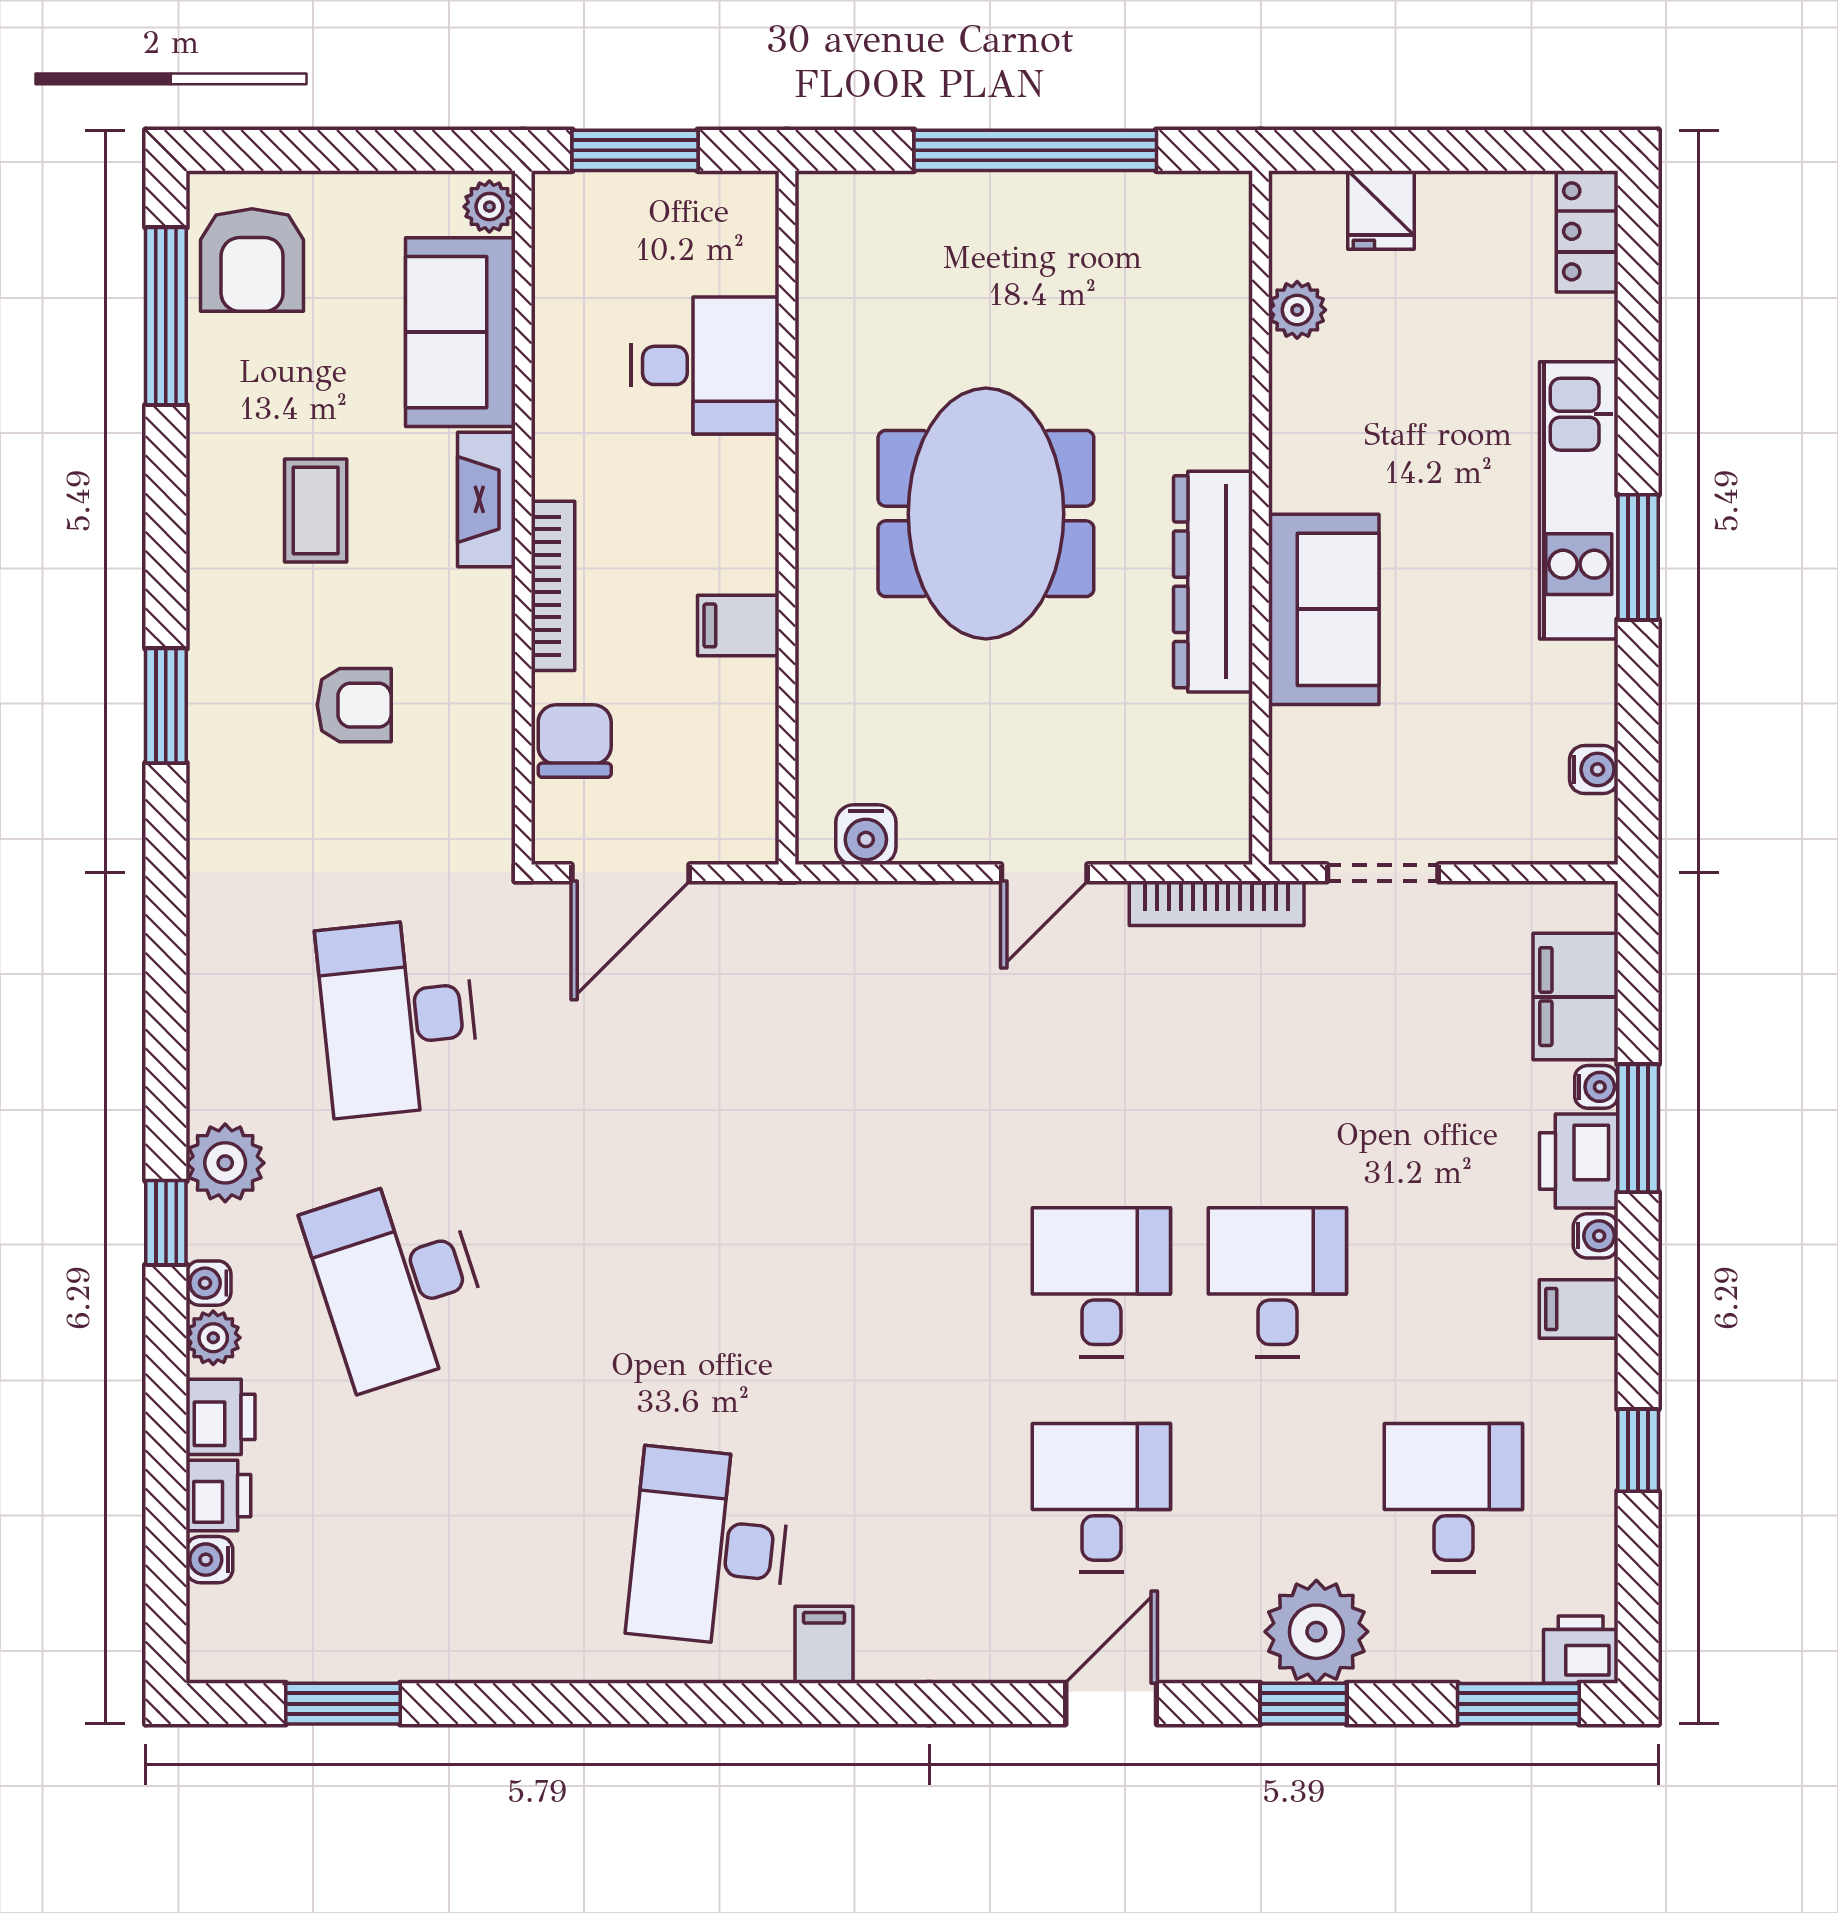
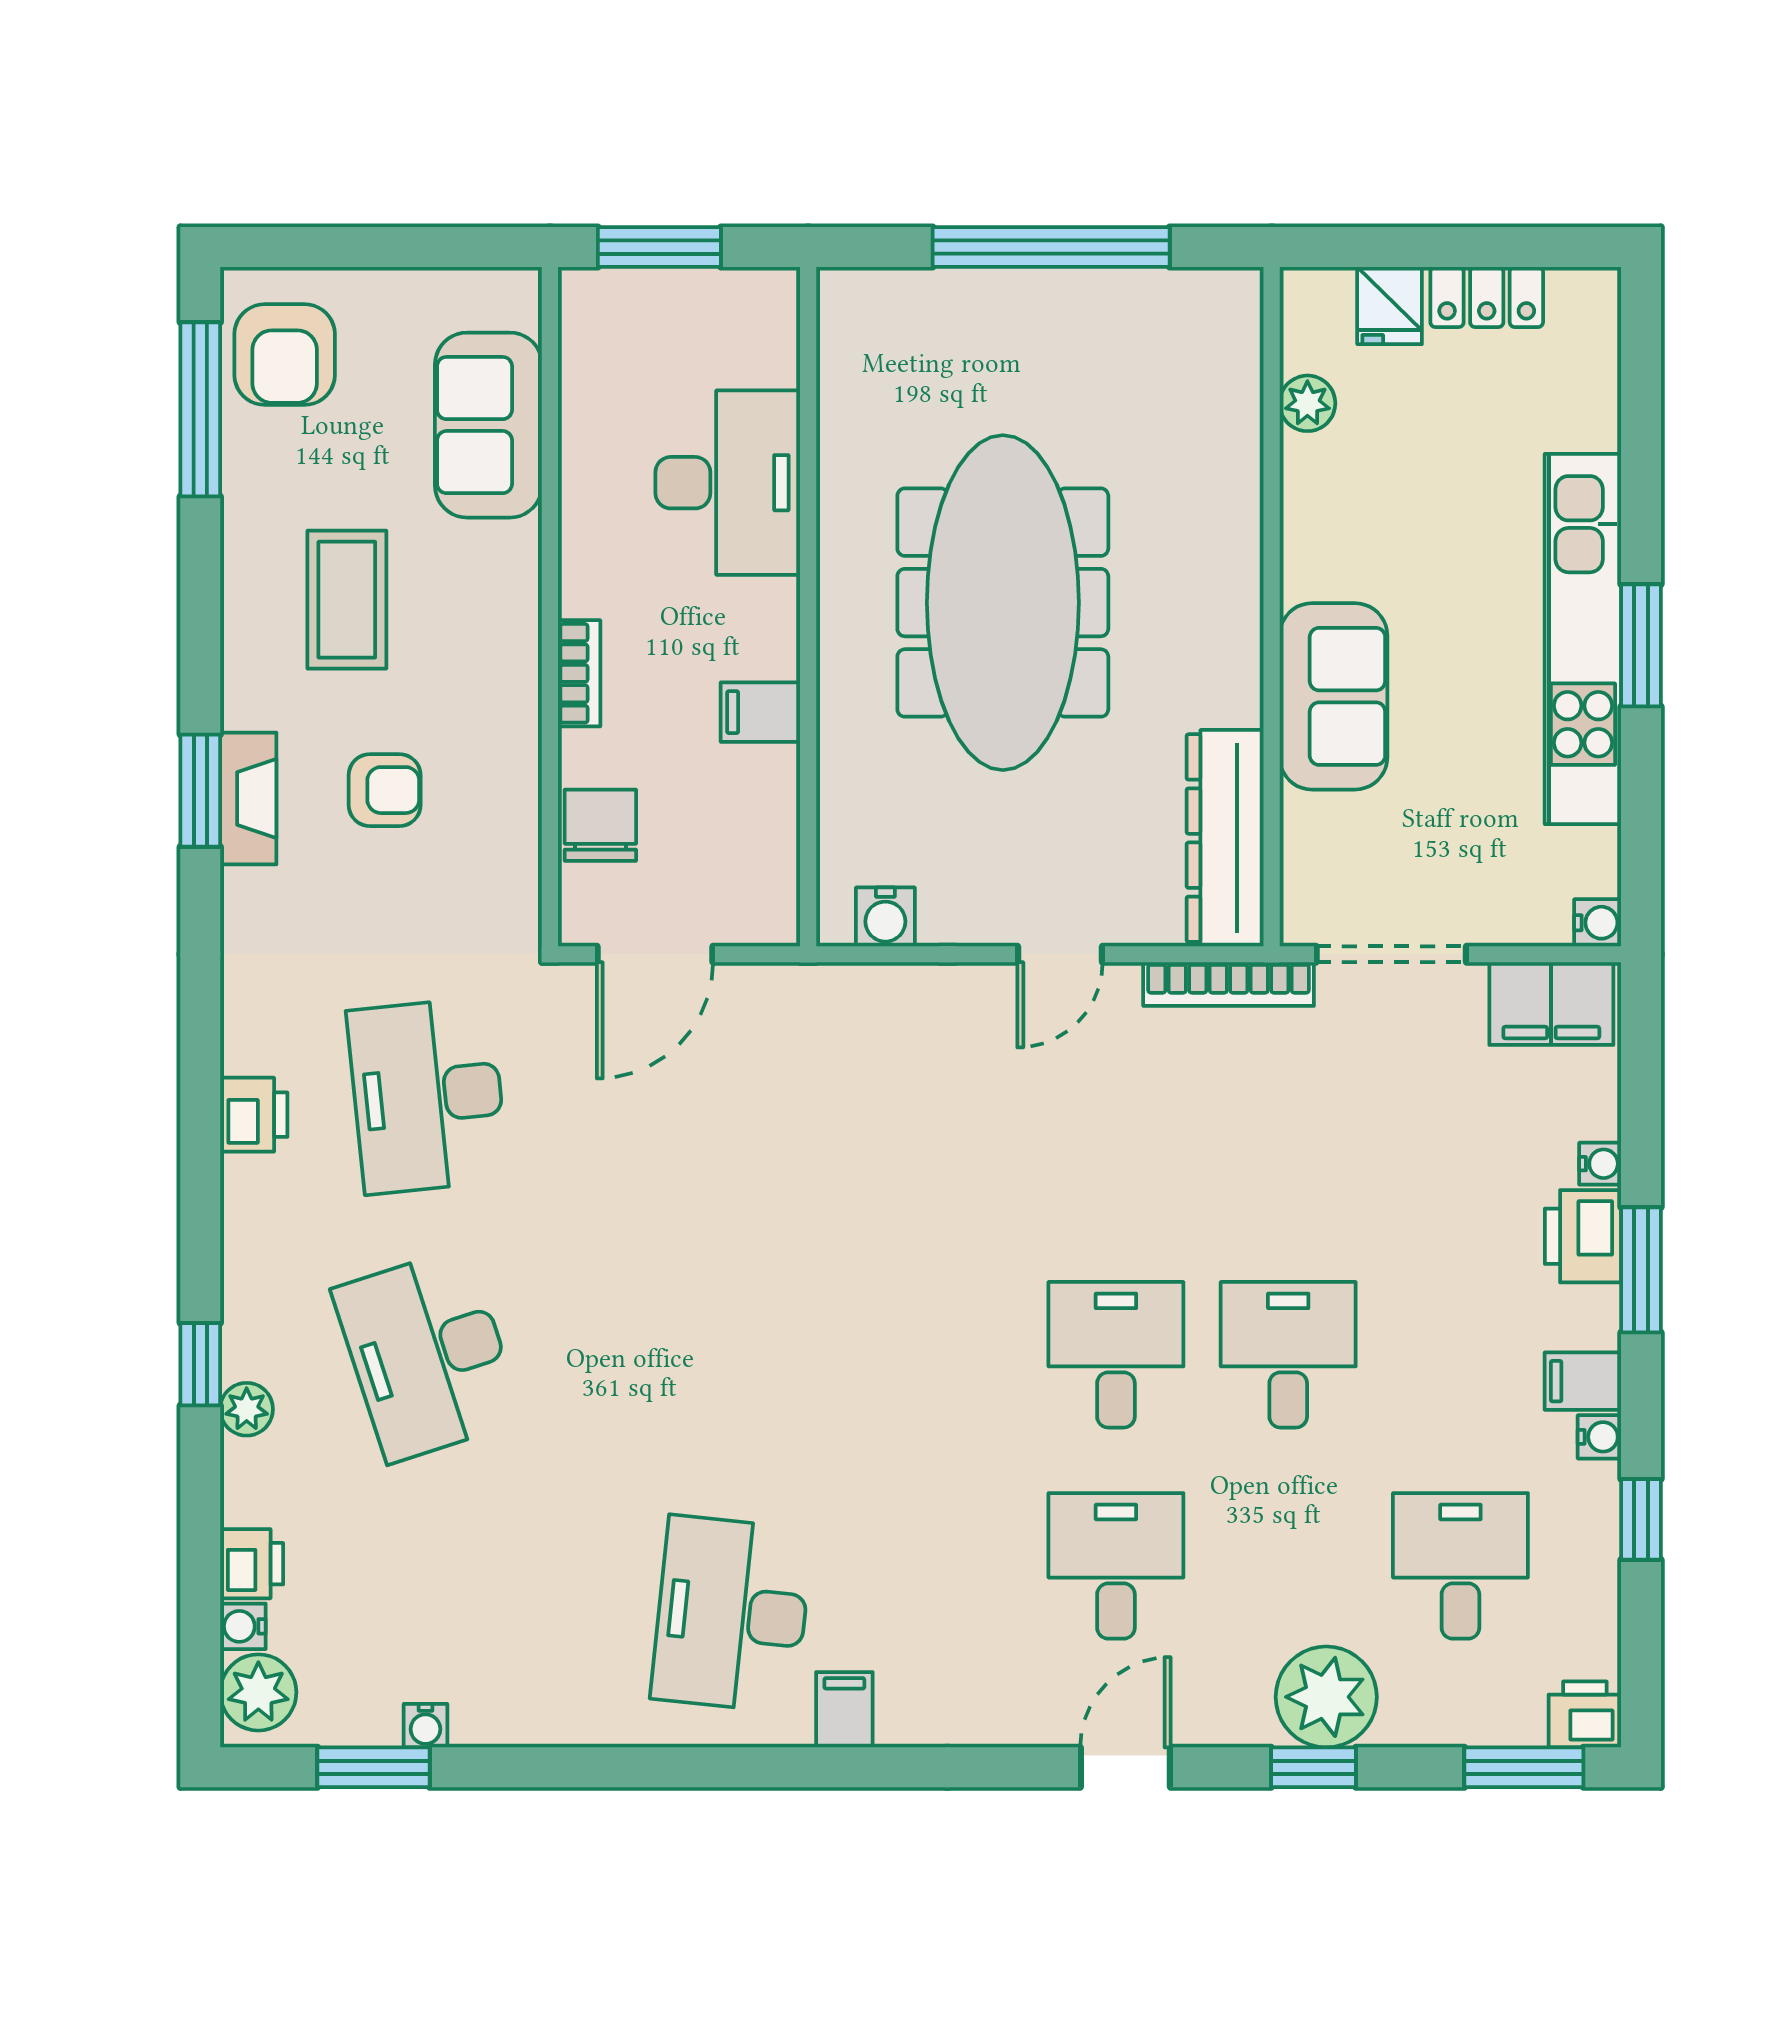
plant: (489, 207) -> (517, 302), removed
locker: (1587, 231) -> (1487, 297), moved, turned -90
desk: (705, 365) -> (728, 483), width x1.37
fireplace: (486, 499) -> (248, 798), moved, turned 180
kitchen unit: (1579, 500) -> (1583, 639), width x1.36
coffee table: (316, 511) -> (347, 600), width x1.36, depth x1.30
meeting table: (986, 514) -> (1003, 603), width x1.36
dresser: (1213, 582) -> (1225, 838), moved
bookcase: (553, 586) -> (579, 673), width x0.64
water cooler: (1594, 769) -> (1598, 923), moved
doorway: (1383, 873) -> (1391, 954), width x1.38
filing cabinet: (1575, 997) -> (1551, 1004), moved, turned -90
window: (1638, 1128) -> (1641, 1270), moved
plant: (225, 1163) -> (258, 1692), moved
window: (166, 1223) -> (200, 1364), moved
water cooler: (1596, 1236) -> (1599, 1437), moved
water cooler: (209, 1283) -> (425, 1726), moved, turned -90
printer: (221, 1417) -> (254, 1115), moved

